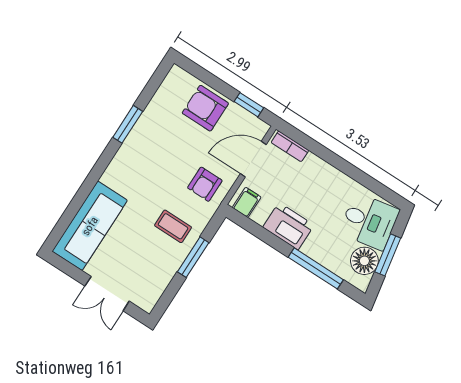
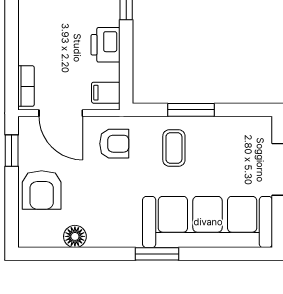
floor lamp: (155, 110) -> (75, 236), added
window: (128, 124) -> (157, 254), moved
sofa: (90, 226) -> (208, 222), width x1.36, depth x1.27
printer: (288, 226) -> (106, 45), width x0.73, depth x0.84

